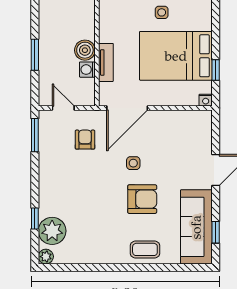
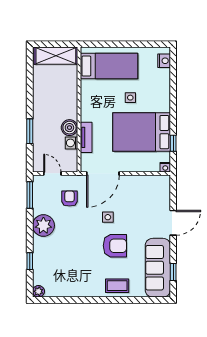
plant: (52, 231) -> (43, 225), moved

